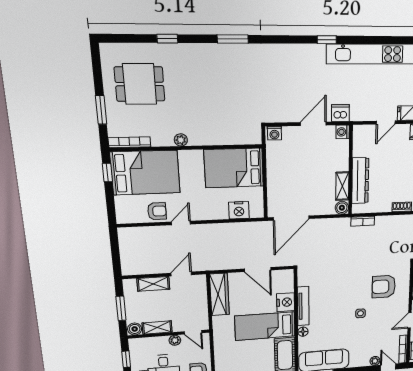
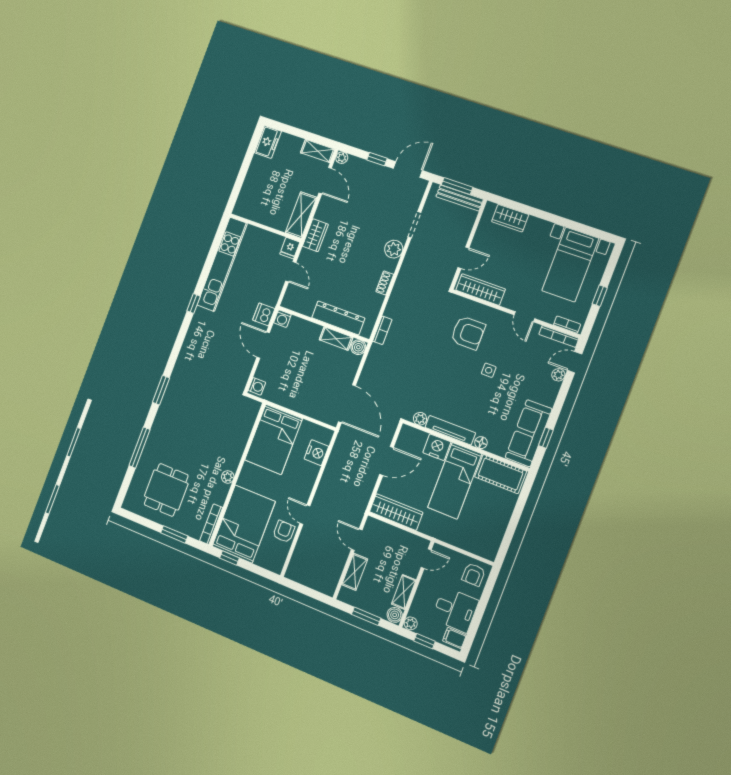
window: (167, 39) -> (139, 448), width x2.17
plant: (303, 280) -> (420, 419), added
armchair: (384, 287) -> (468, 333), turned -90
plant: (175, 340) -> (411, 623), moved

